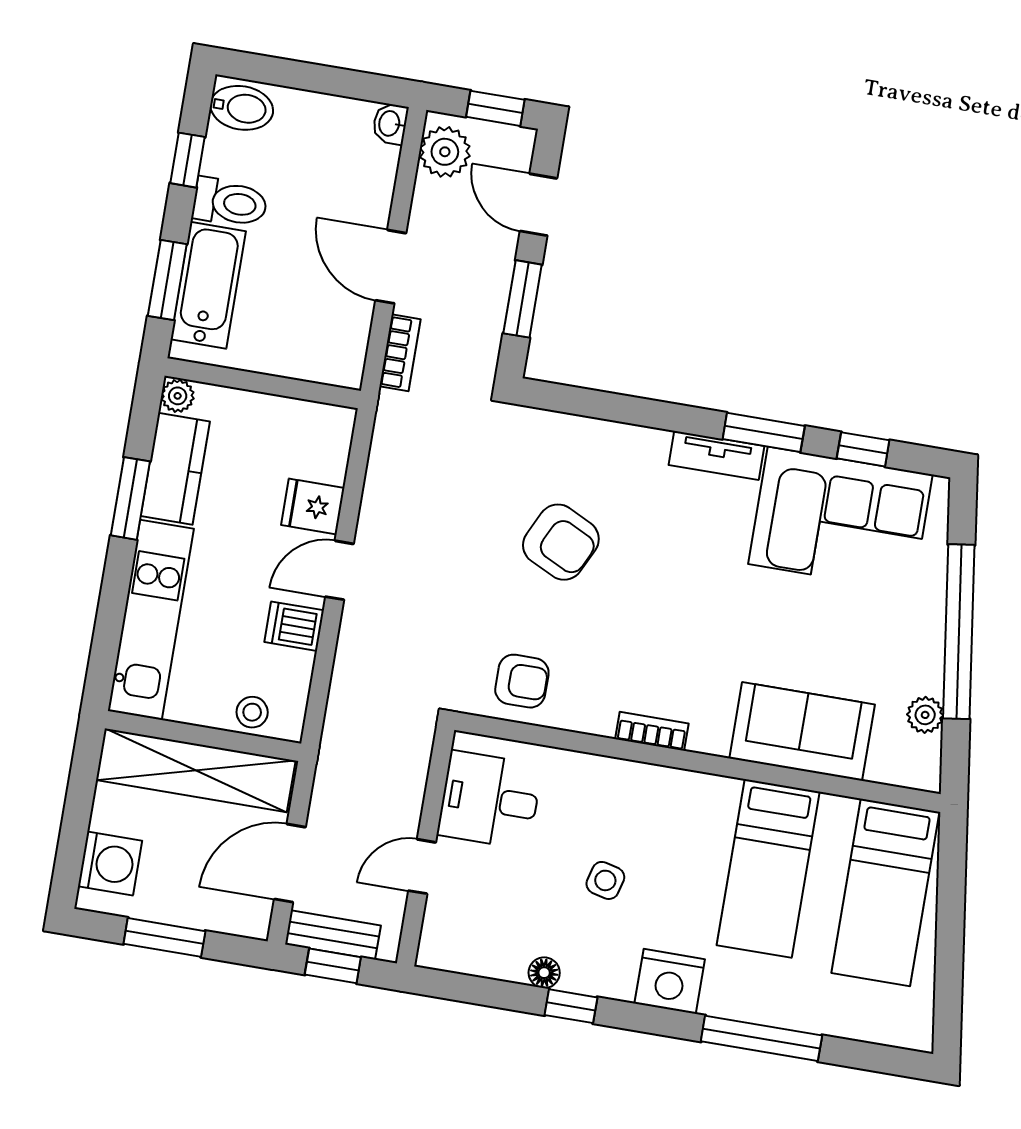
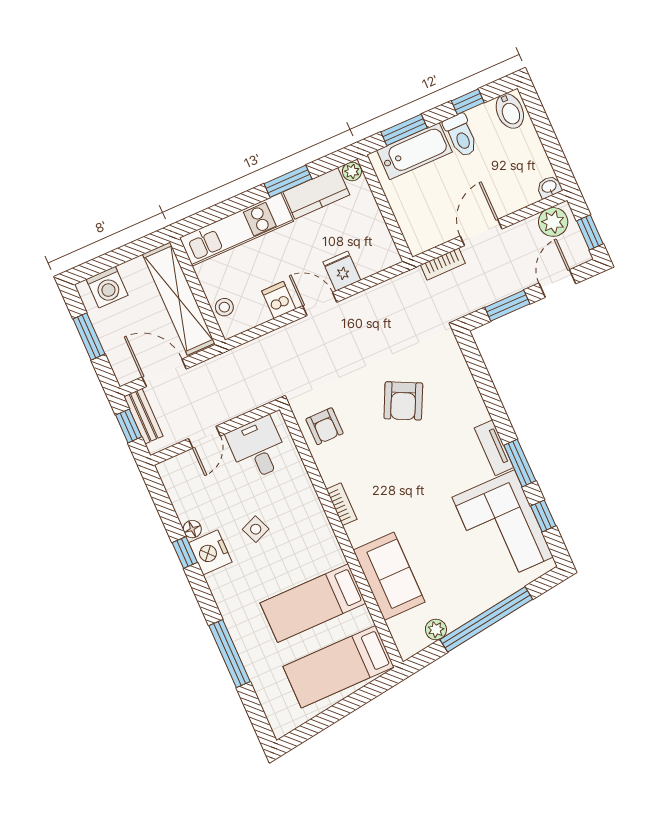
door: (422, 867) -> (204, 437), swing flipped
side table: (605, 880) -> (256, 529), turned -36
nightstand: (670, 981) -> (210, 552), moved

